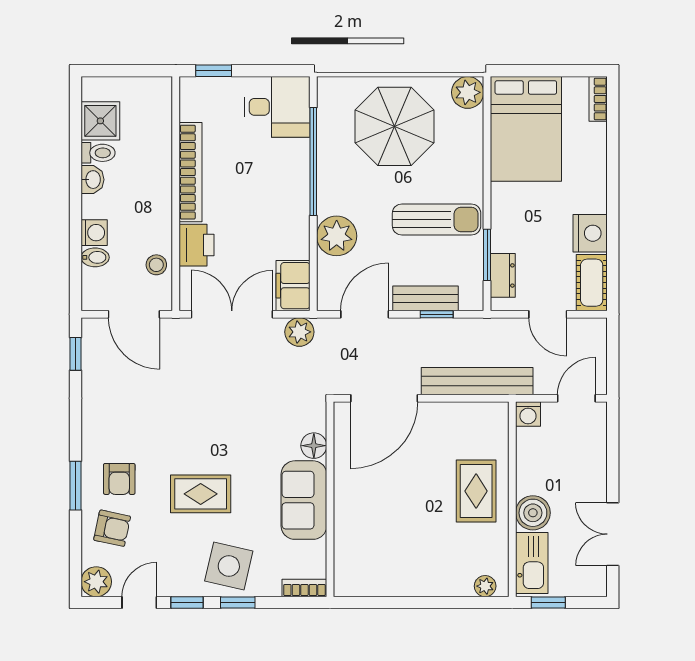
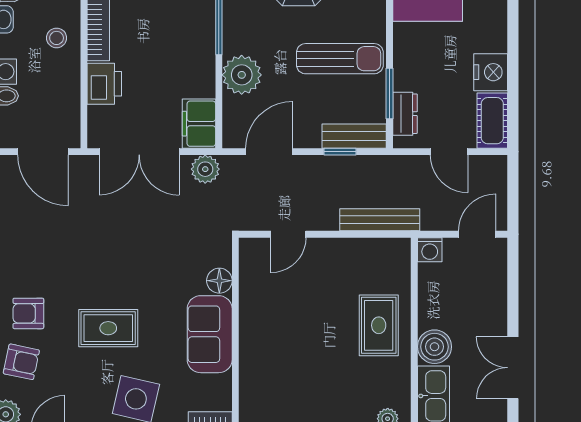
stool: (156, 265) -> (57, 38), moved
bench: (425, 298) -> (354, 136), moved
double door: (232, 314) -> (139, 152), swing flipped
bench: (477, 381) -> (380, 220), width x0.73, depth x0.82
door: (384, 398) -> (288, 234), width x0.53
armchair: (119, 479) -> (28, 313), turned 90

